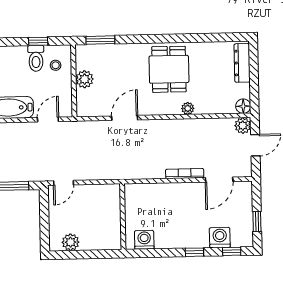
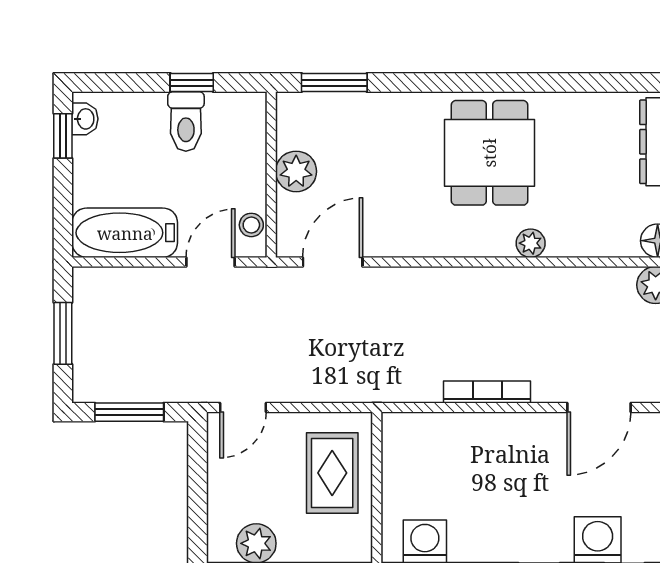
stool: (56, 65) -> (251, 225), moved
door: (125, 118) -> (333, 262), moved
bookcase: (185, 174) -> (487, 392), moved
rug: (103, 211) -> (332, 473), added

